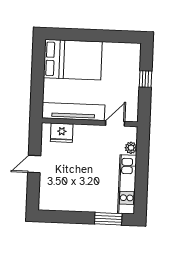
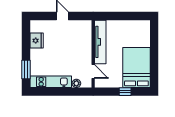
bed: (73, 60) -> (136, 67), moved, turned 180
fridge: (62, 133) -> (37, 41), moved, turned 180

